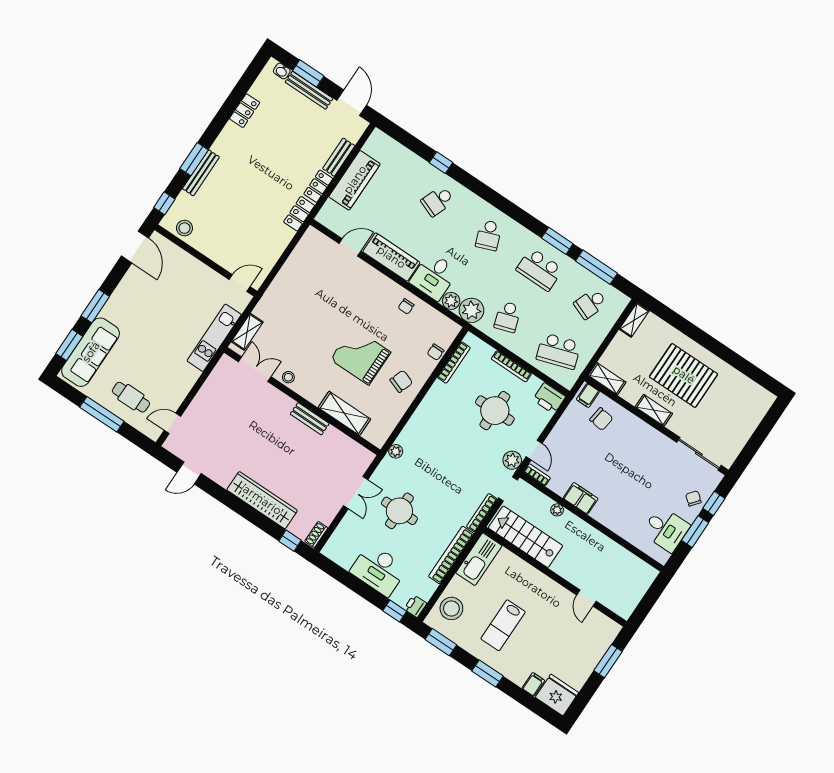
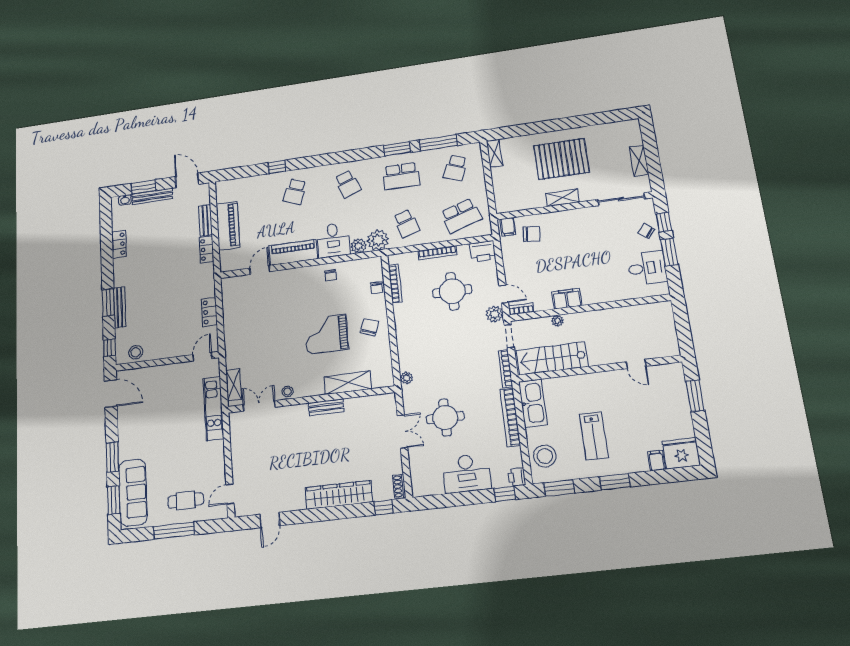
locker: (299, 214) -> (209, 312), moved
shelving: (607, 379) -> (639, 161), moved, turned 90

